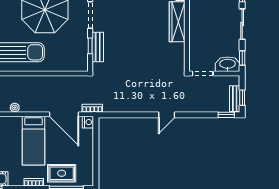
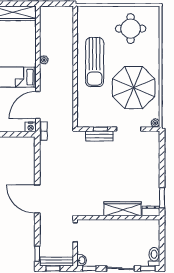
washbasin: (228, 64) -> (82, 260), width x0.52, depth x0.69
bench: (235, 99) -> (56, 262), width x1.36
door: (167, 115) -> (37, 199), width x1.88

